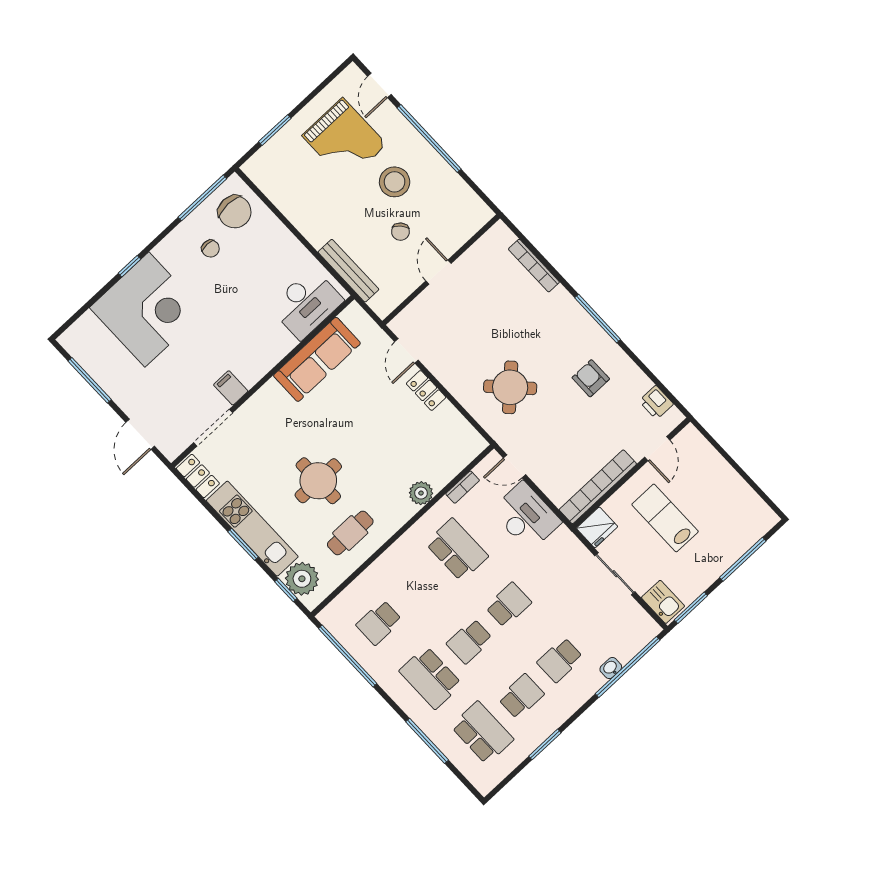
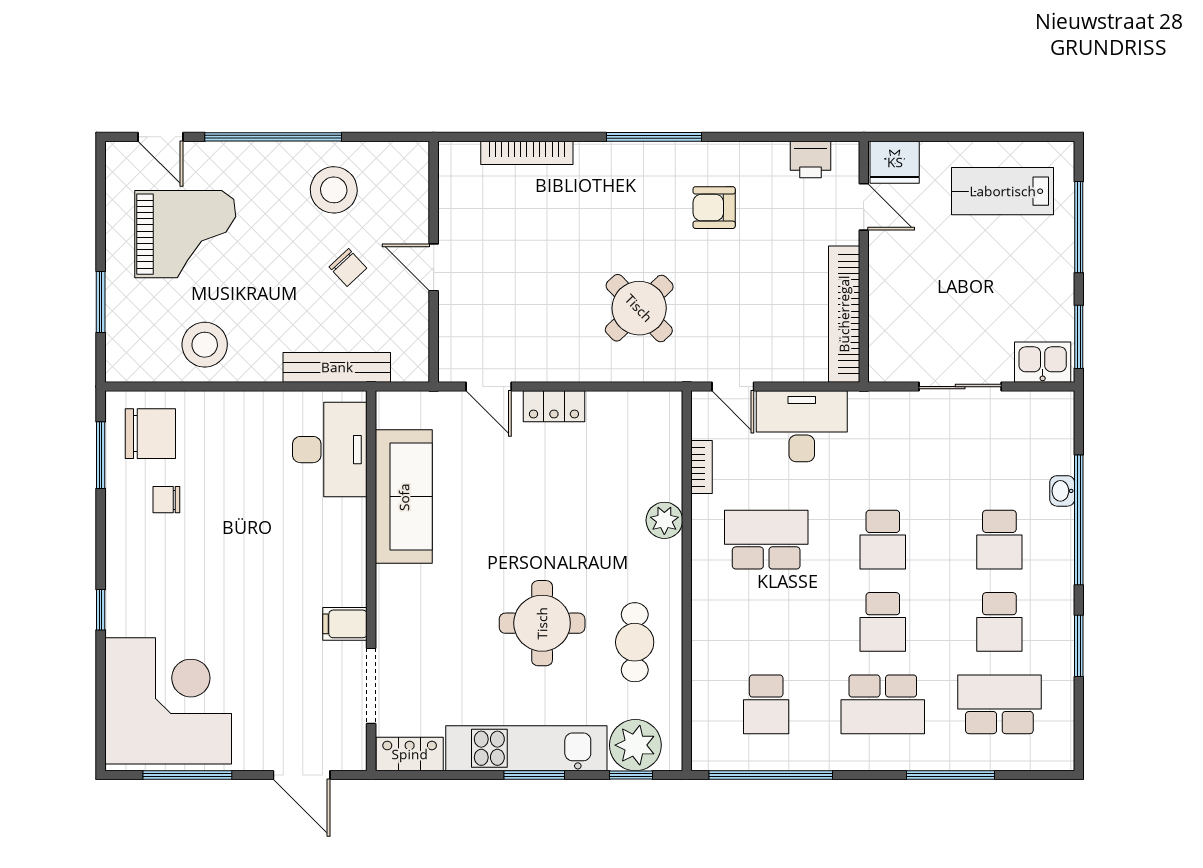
stool: (395, 182) -> (334, 190), moved
window: (202, 198) -> (101, 455), width x0.69
stool: (301, 198) -> (205, 345), added
chair: (210, 249) -> (166, 500), turned 180
corner desk: (147, 310) -> (168, 701), moved
door: (515, 466) -> (733, 387), hinge flipped
lab bench: (665, 518) -> (1003, 191), moved
fridge: (597, 527) -> (895, 162), moved, turned 90
school desk: (508, 605) -> (883, 540), turned 180
window: (628, 667) -> (1079, 520), moved
school desk: (521, 696) -> (999, 622), turned 180

